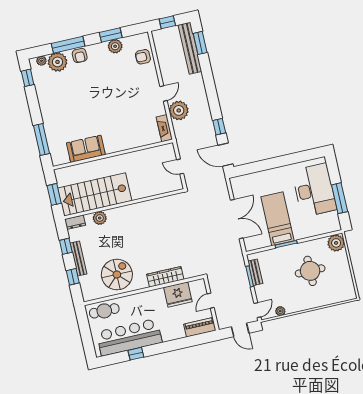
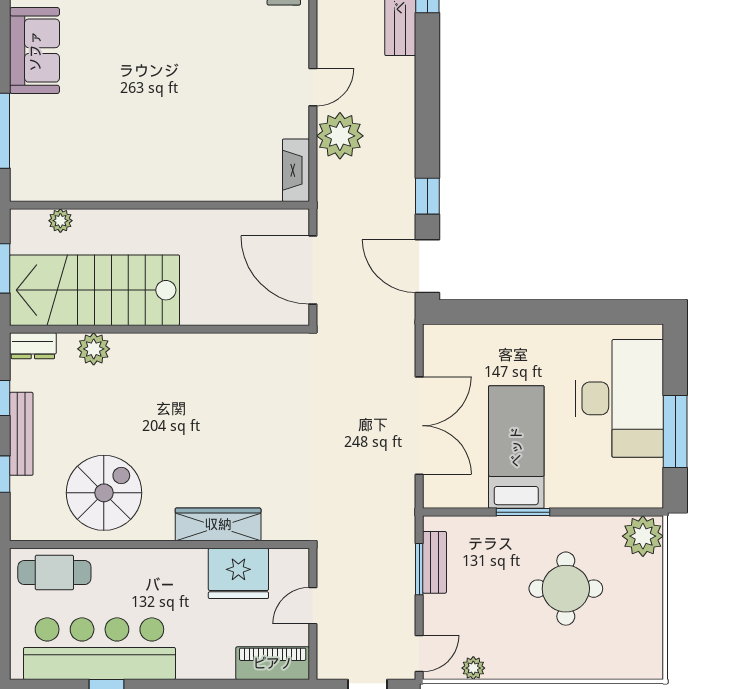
sofa: (86, 149) -> (35, 51), moved, turned 90
door: (180, 167) -> (313, 270), width x1.88
plant: (75, 170) -> (60, 221), added

